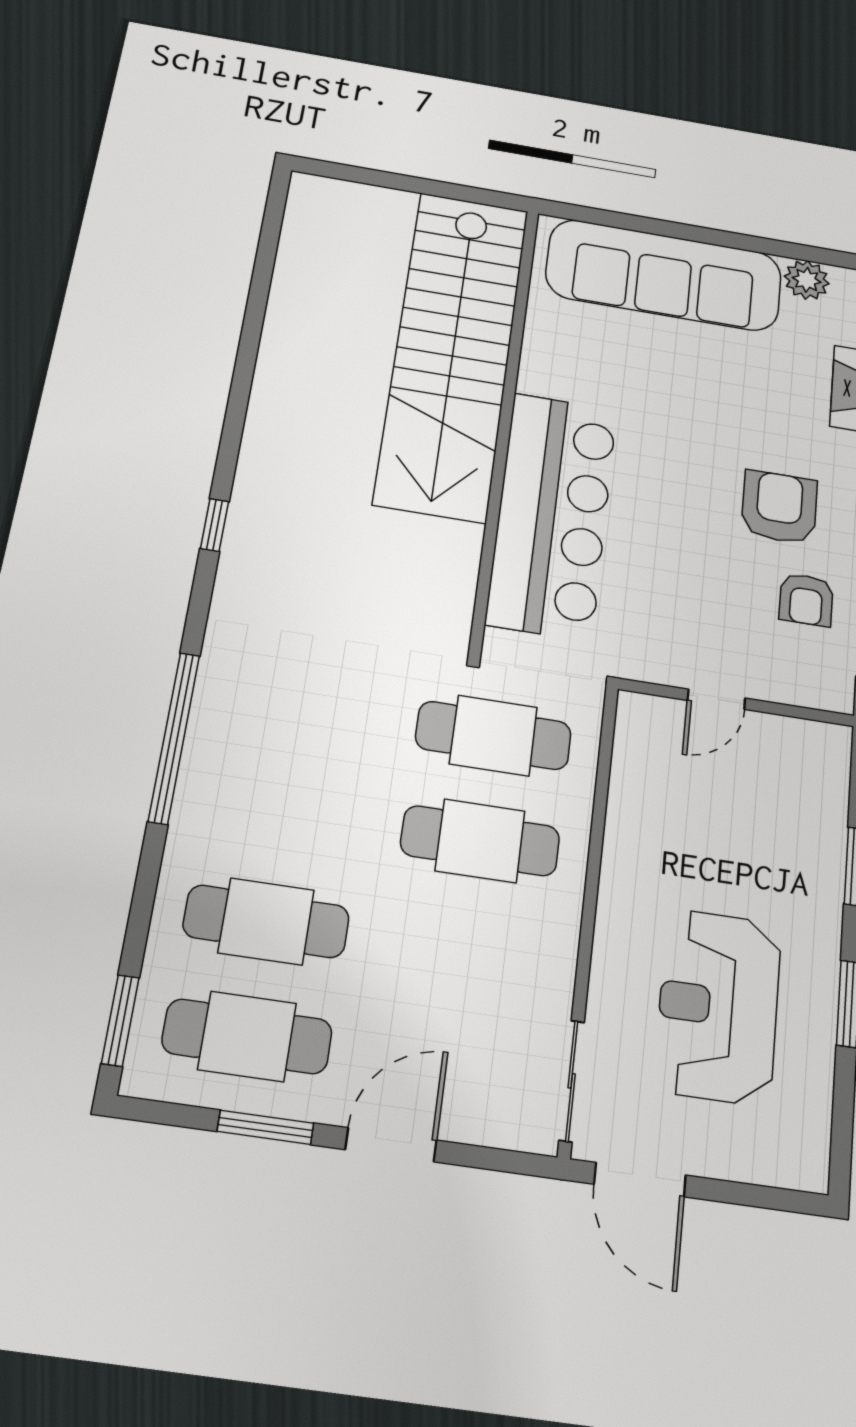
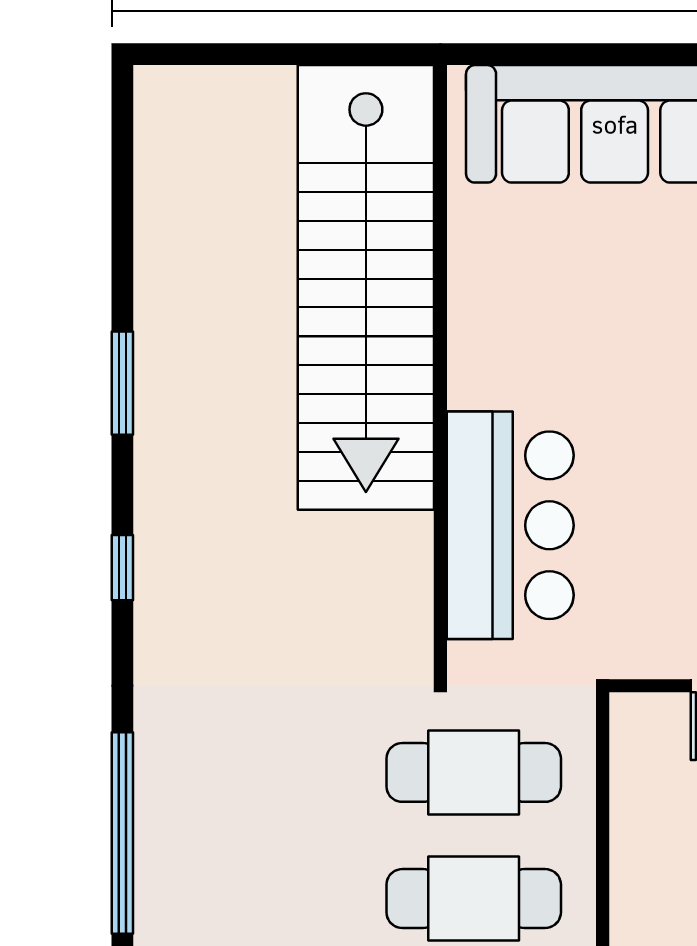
window: (241, 388) -> (122, 383), added
bar counter: (552, 515) -> (510, 525), width x0.73

